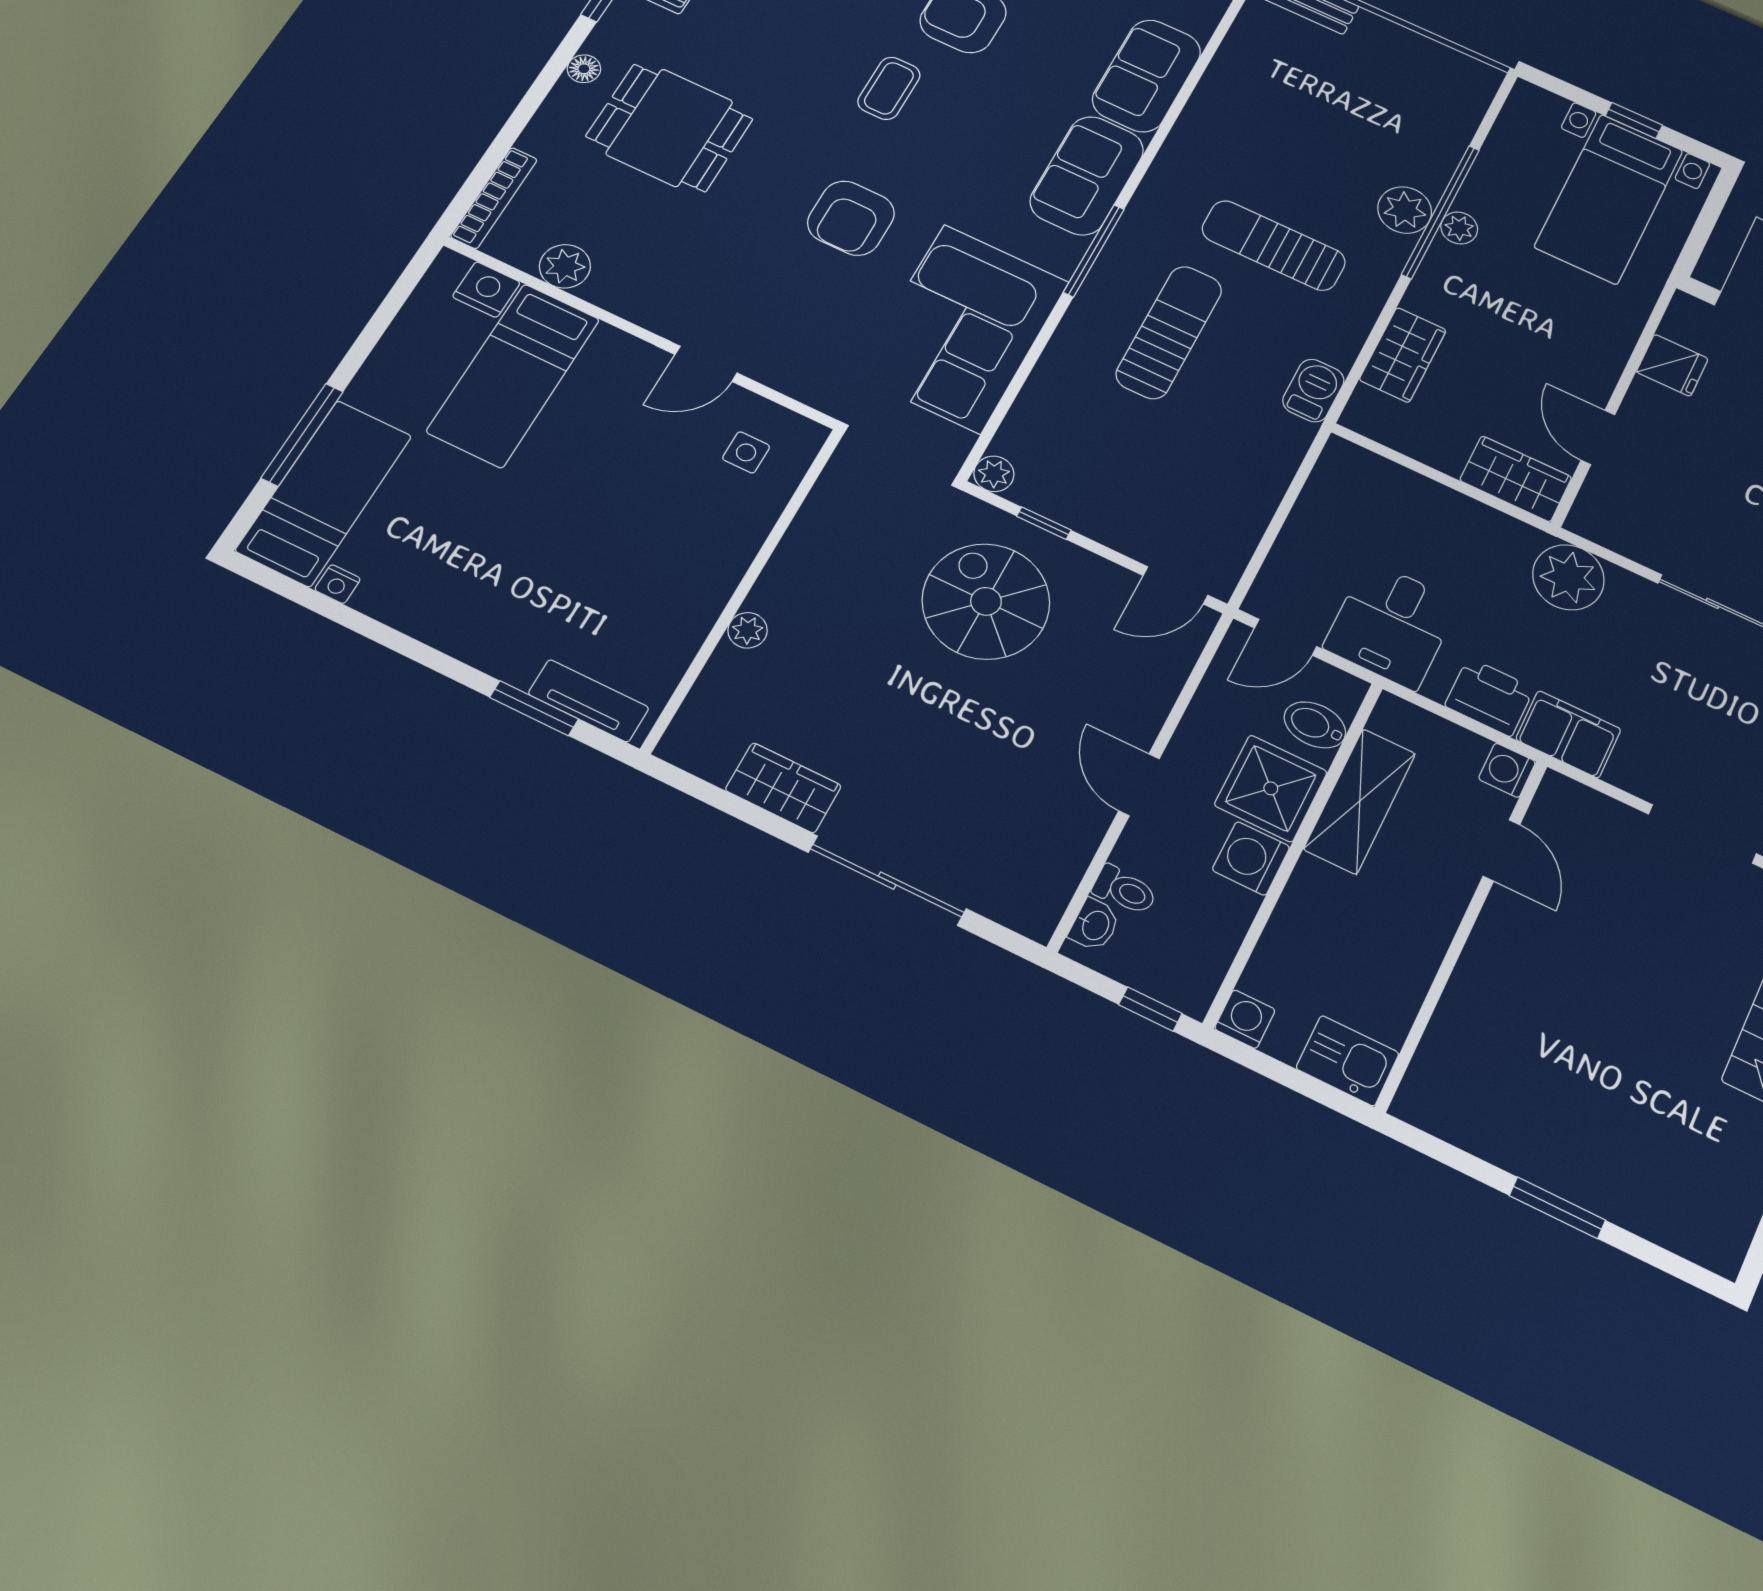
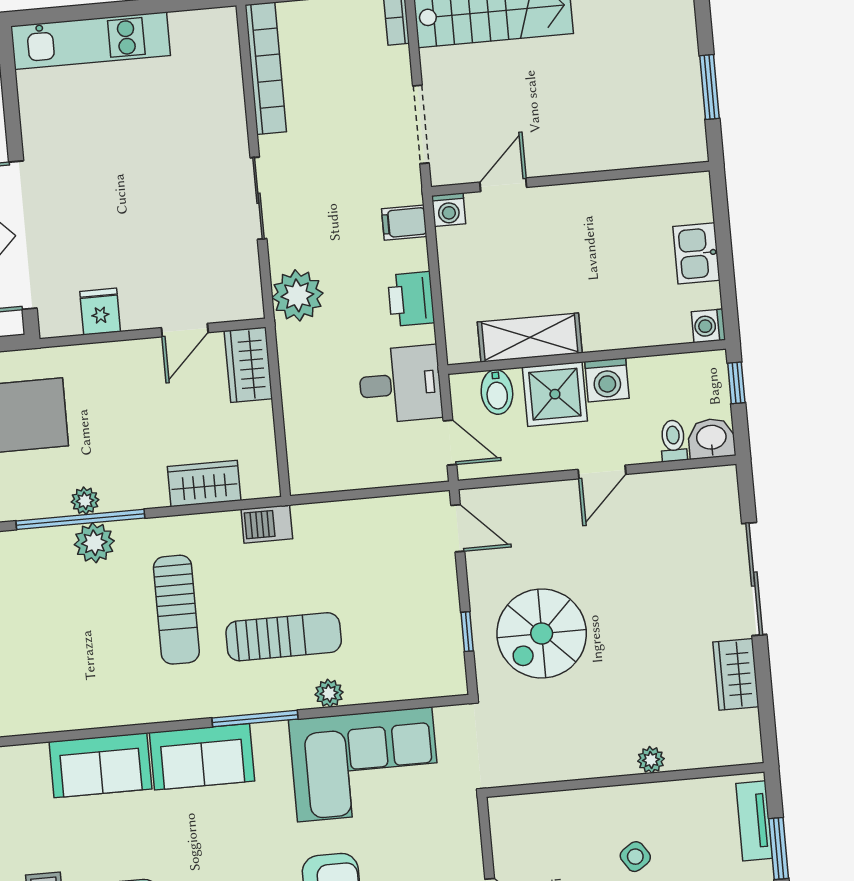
sun lounger: (1169, 332) -> (284, 637), turned 180
side table: (746, 452) -> (635, 857), moved, turned -34
plant: (994, 474) -> (329, 693), moved
filing cabinet: (1568, 734) -> (404, 223), width x0.50
washing machine: (1507, 770) -> (449, 210), moved
door: (1501, 850) -> (503, 185), moved
washbasin: (1095, 925) -> (711, 438), width x1.38, depth x1.45
wall: (1463, 933) -> (570, 179), moved

